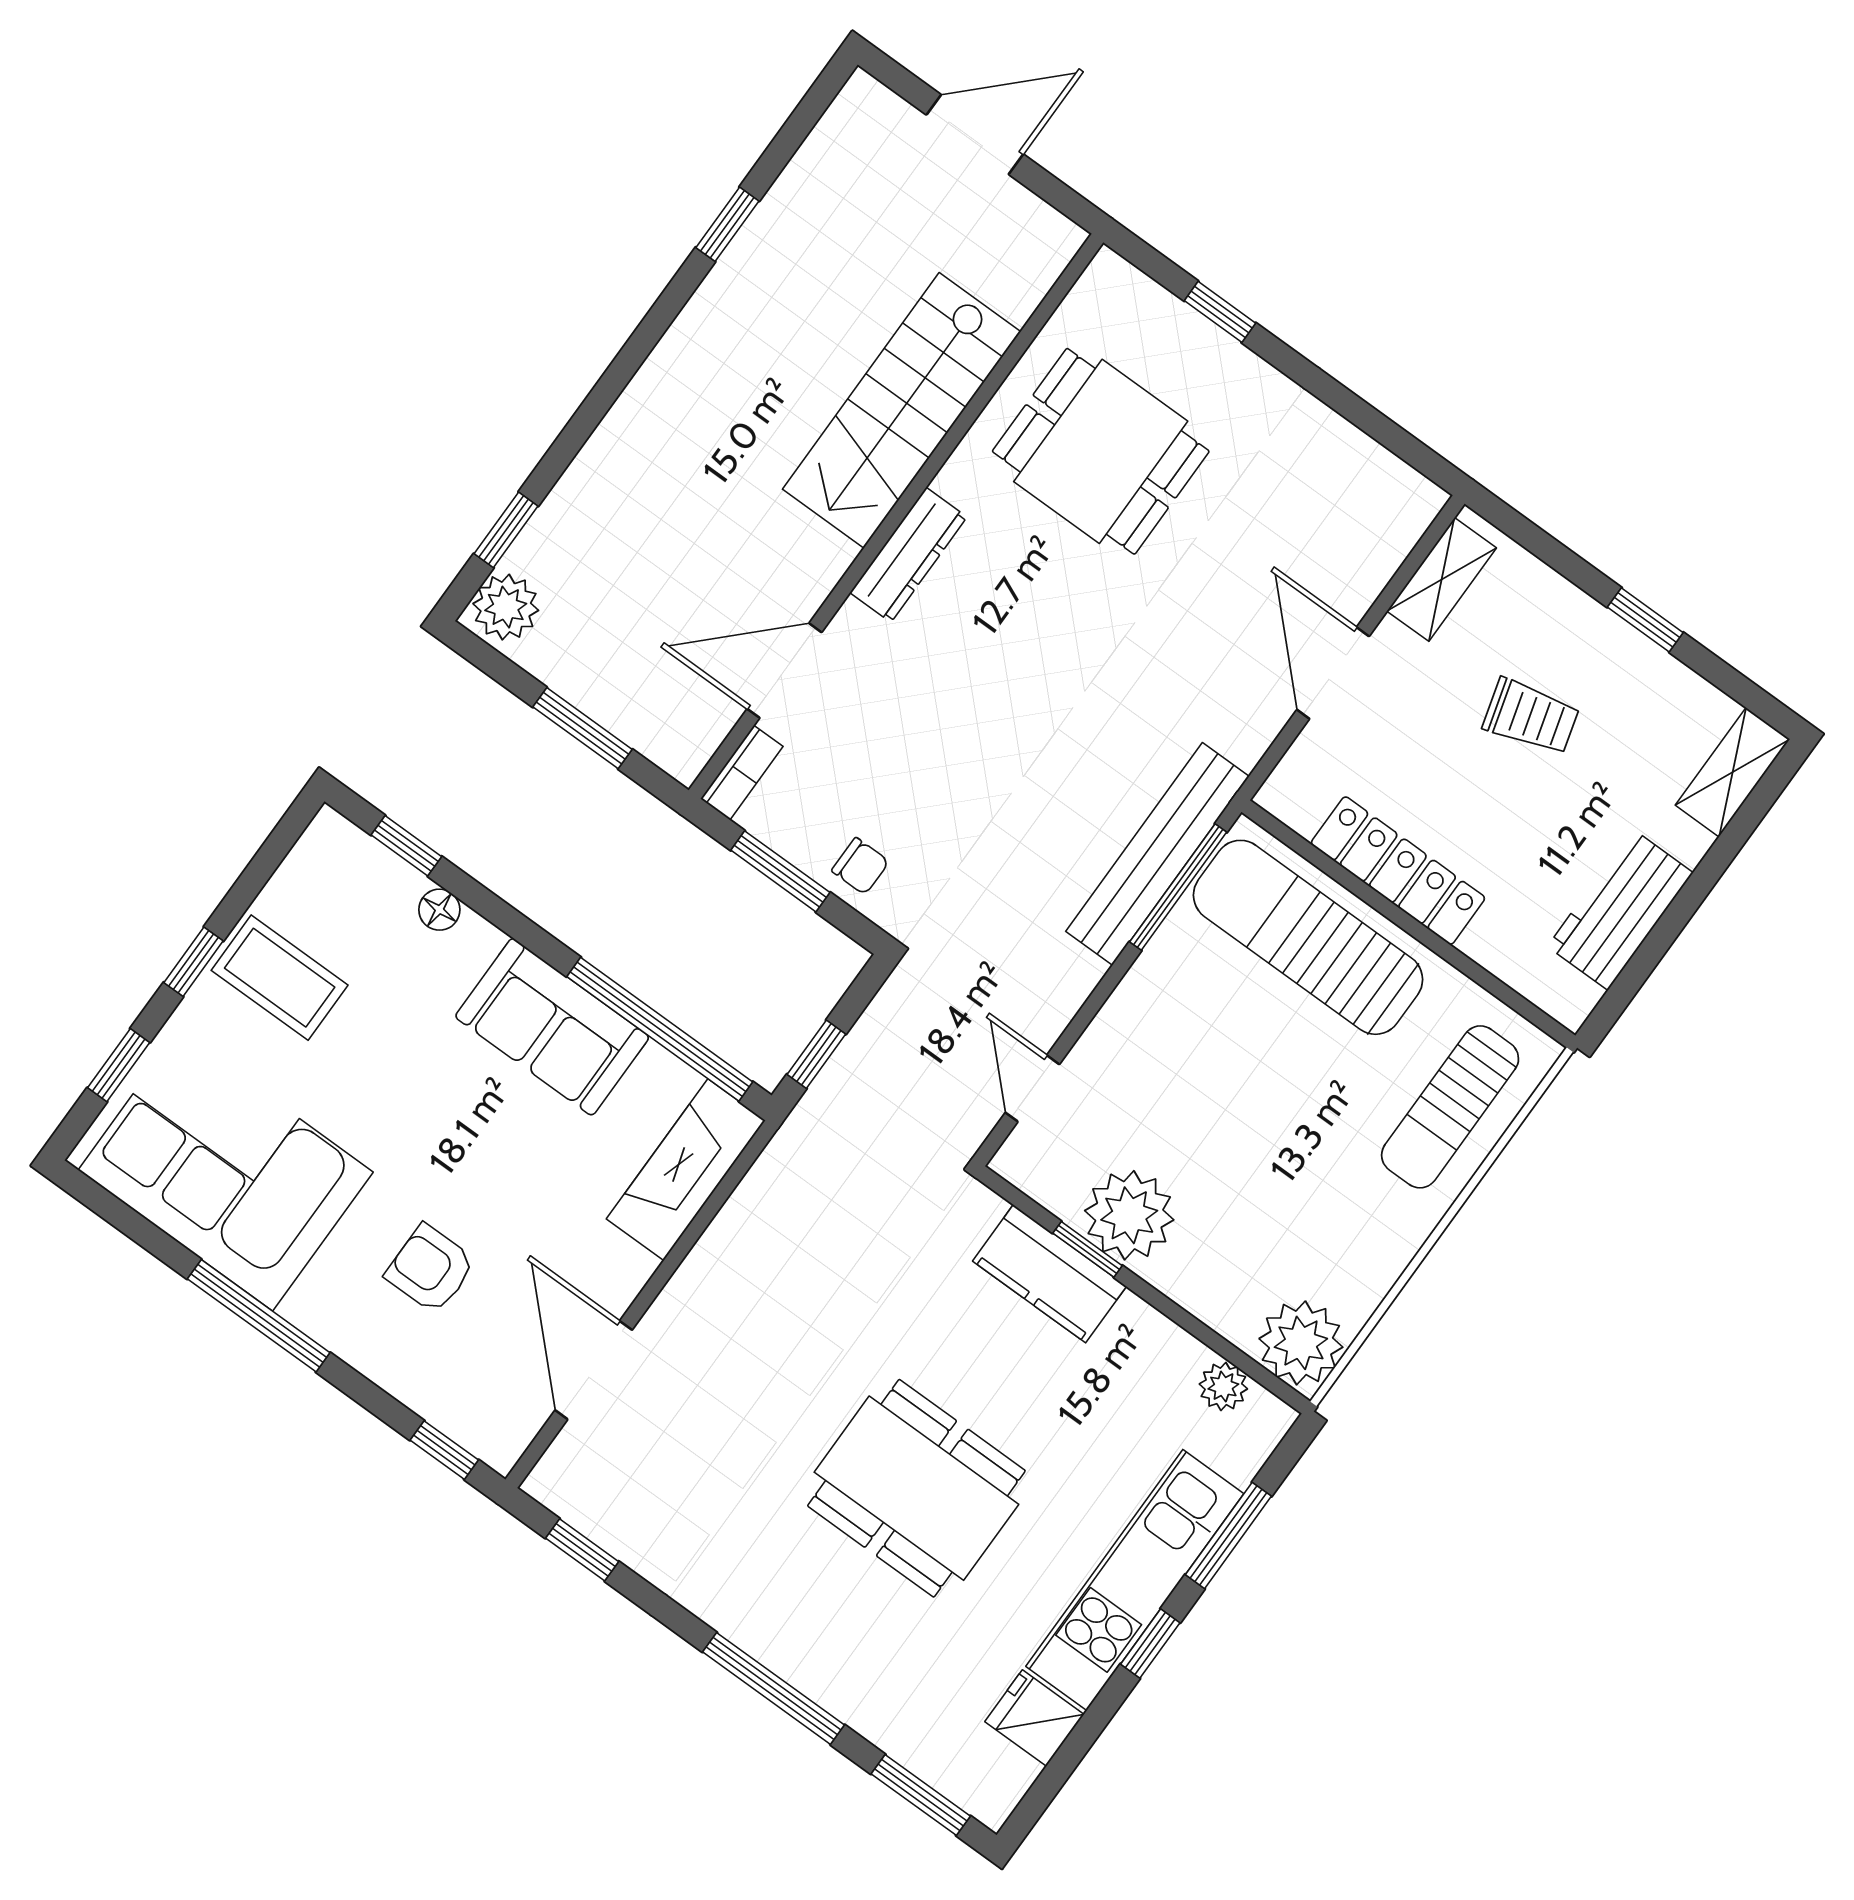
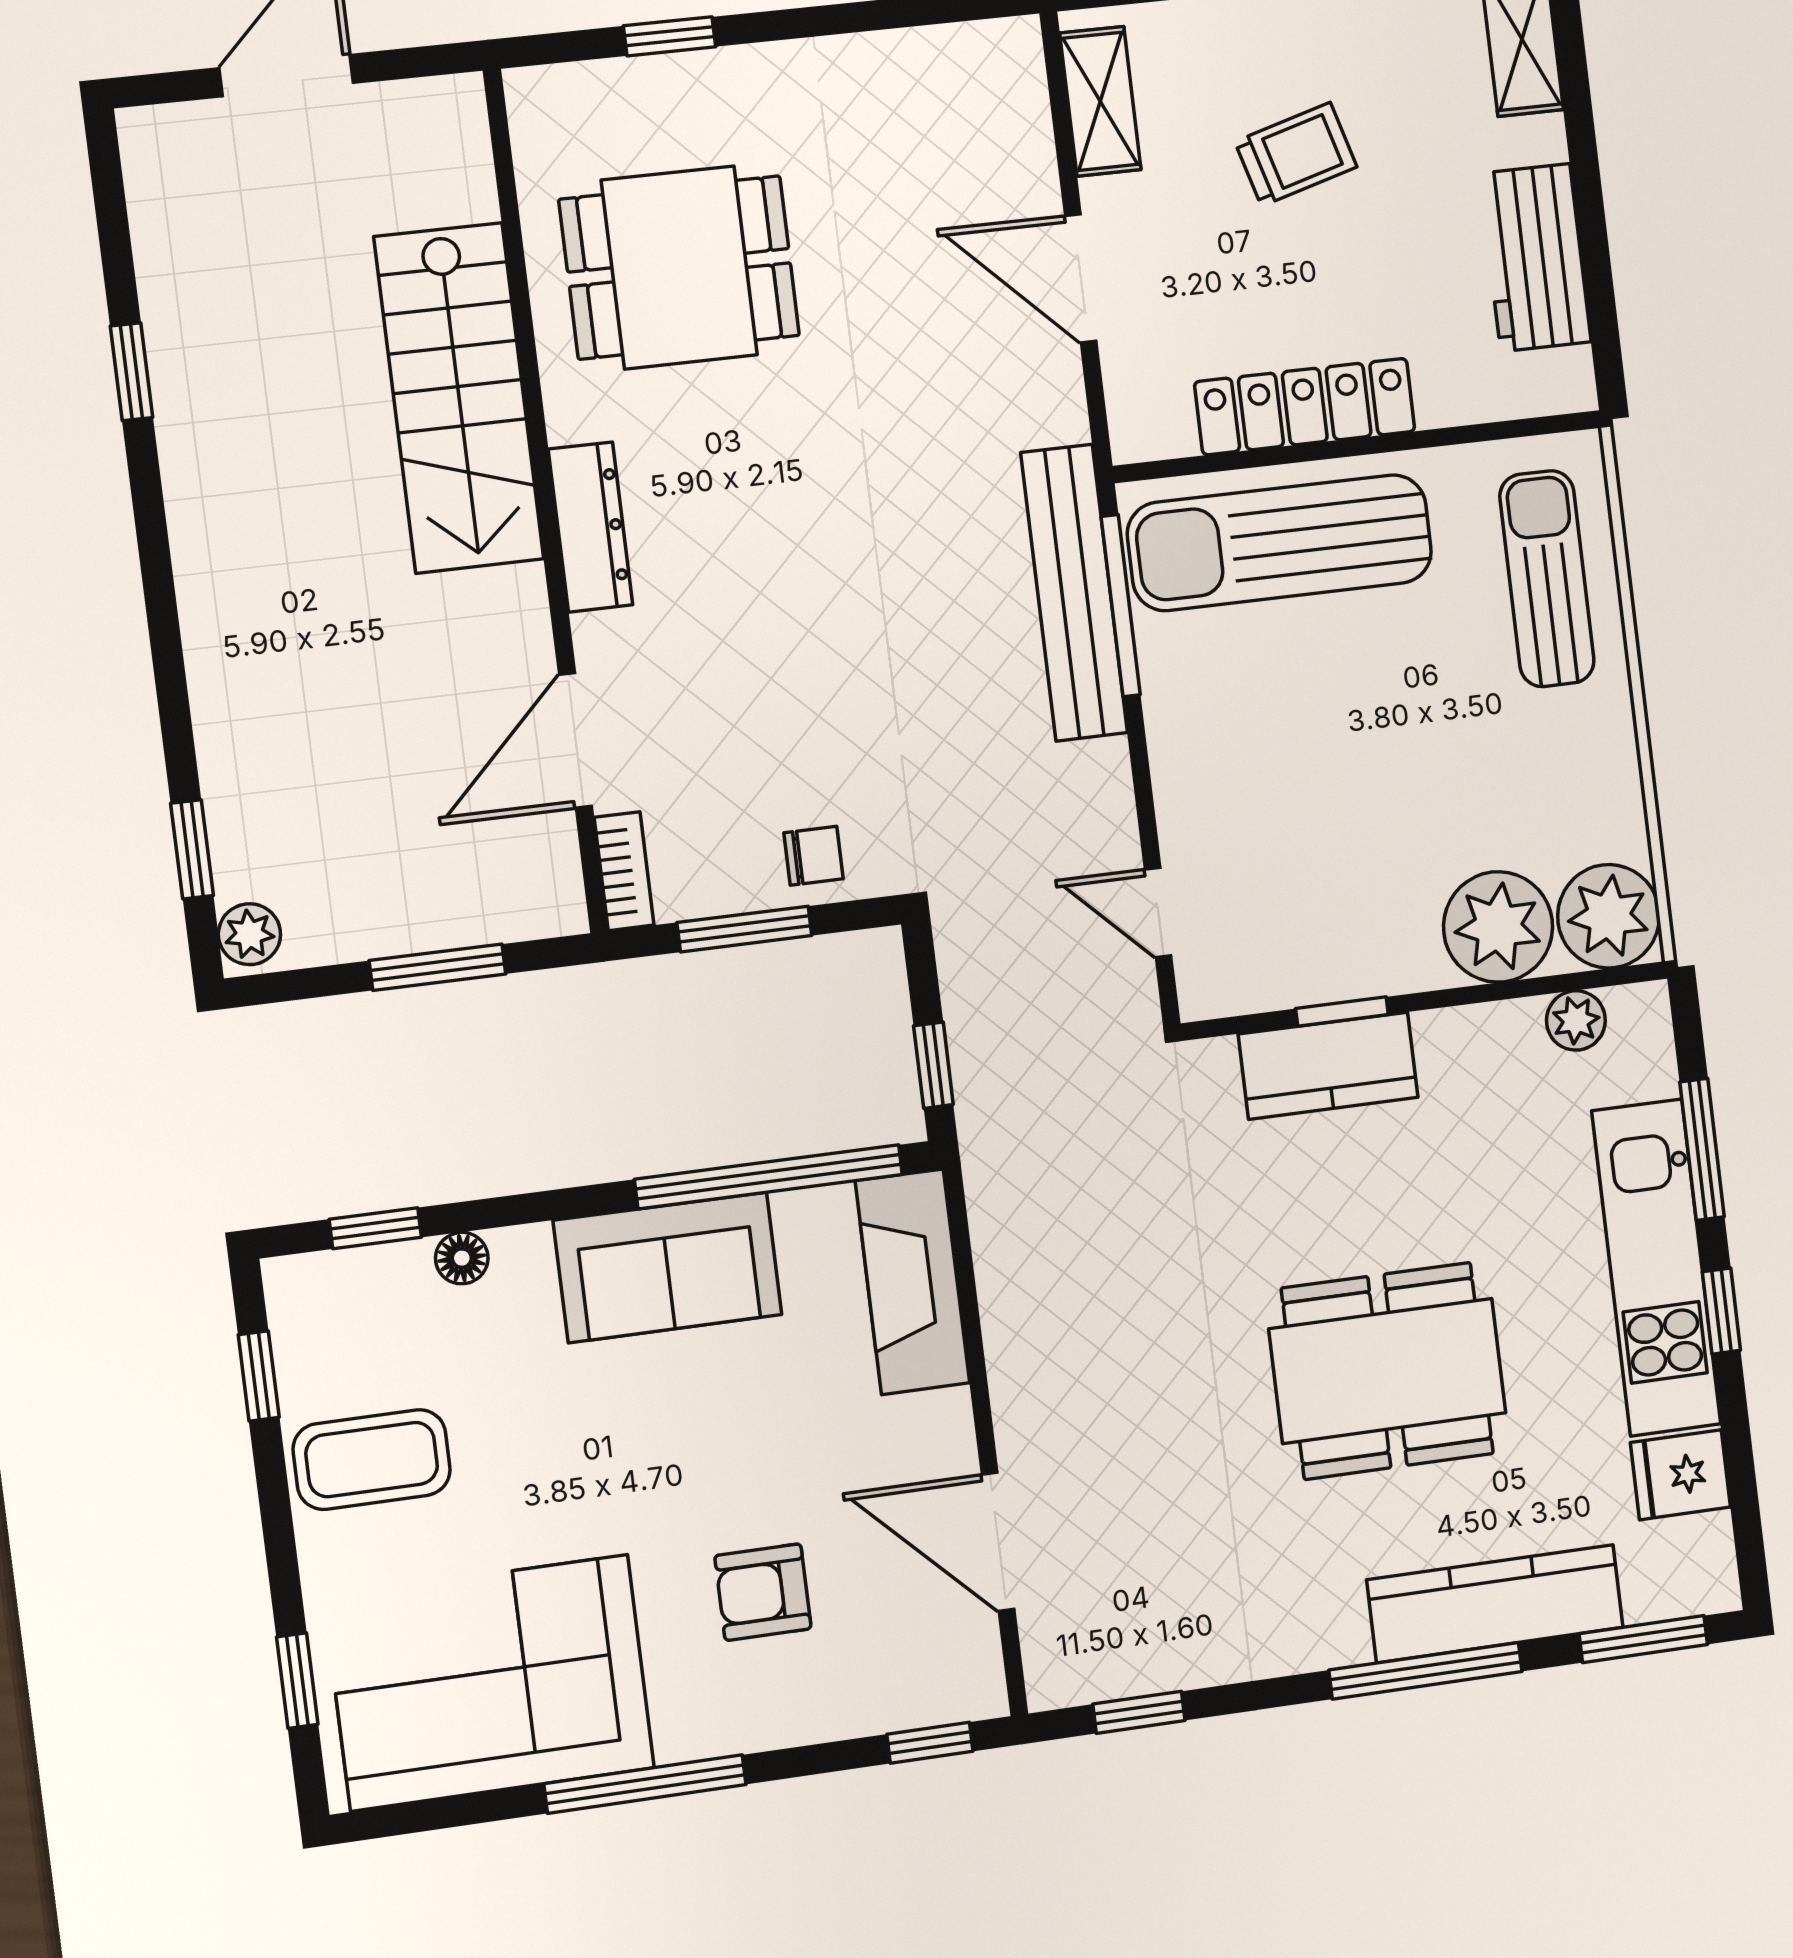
plant: (506, 607) -> (249, 934), width x0.73, depth x0.73
window: (193, 962) -> (259, 1376), moved
sun lounger: (1450, 1107) -> (1547, 579), turned 180
plant: (1129, 1215) -> (1498, 927), moved
kitchen counter: (852, 1688) -> (1495, 1604), added

